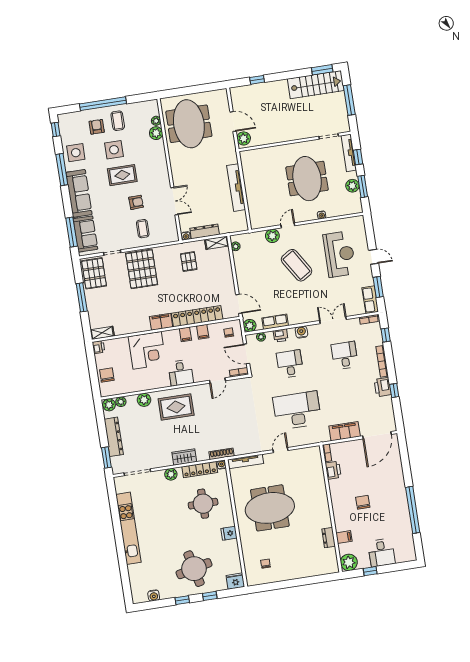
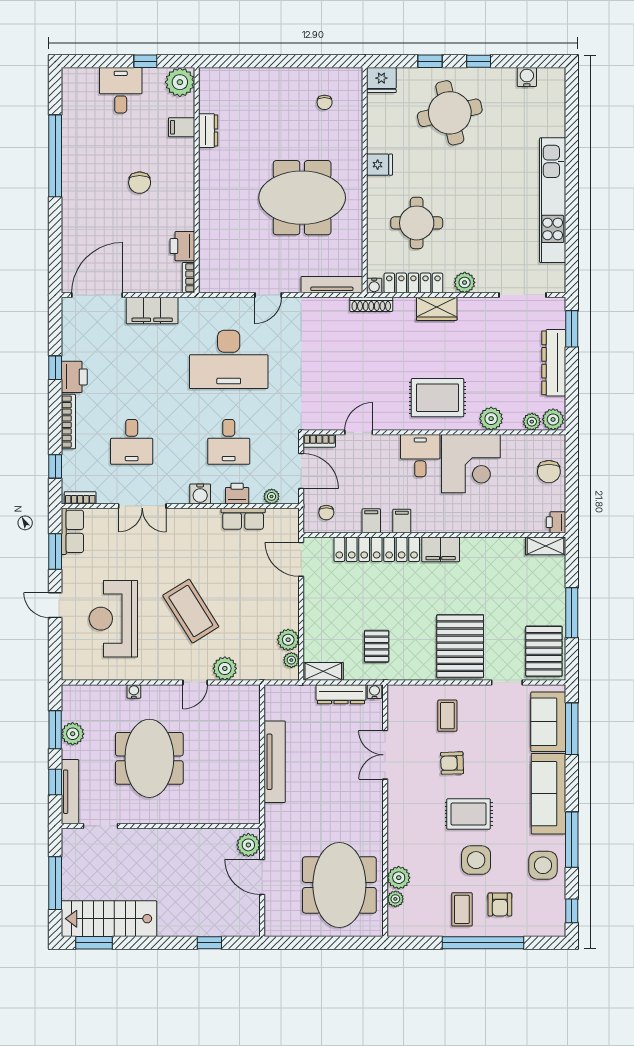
plant: (250, 326) -> (288, 640), moved
corner desk: (147, 350) -> (471, 464), moved, turned 180

